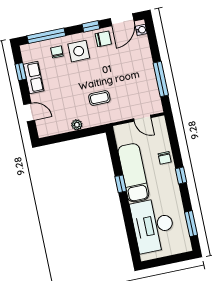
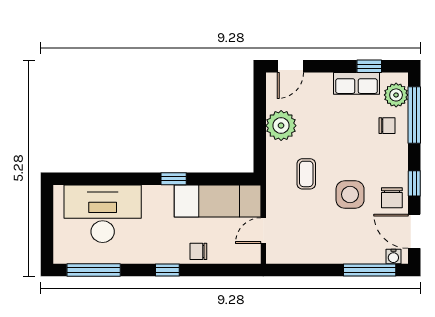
plant: (36, 50) -> (396, 95), added
side table: (79, 51) -> (350, 194), moved
window: (161, 79) -> (370, 270), moved
door: (29, 112) -> (290, 66), moved
plant: (77, 125) -> (281, 126), width x1.88, depth x1.88
exam couch: (133, 173) -> (218, 201), moved
window: (191, 224) -> (94, 270), width x1.44

